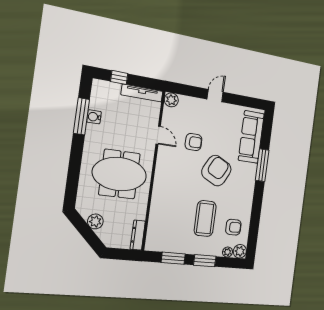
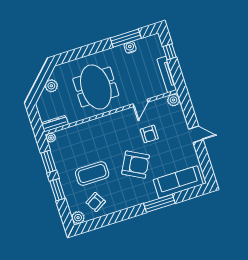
armchair: (233, 227) -> (96, 202), turned 59
plant: (228, 252) -> (51, 138), moved

